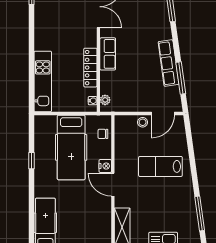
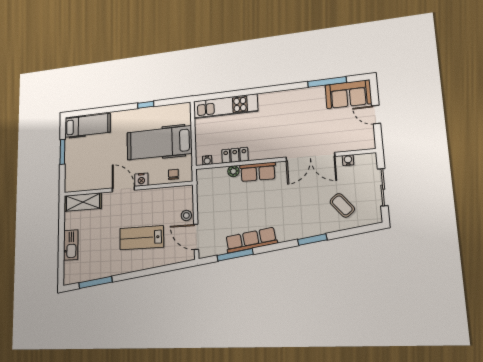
locker: (90, 68) -> (235, 155), width x0.66
plant: (105, 100) -> (233, 171), moved
lab bench: (160, 166) -> (142, 238), turned -90
door: (113, 185) -> (123, 189), hinge flipped

